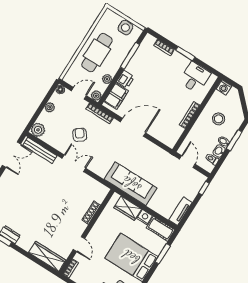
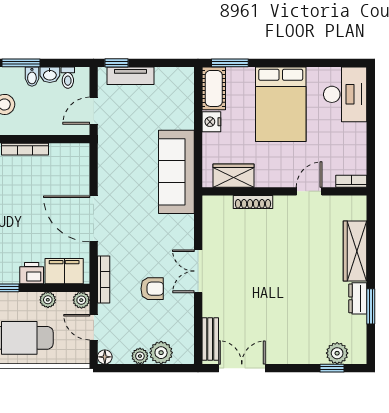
plant: (38, 130) -> (161, 353), moved
armchair: (80, 135) -> (152, 289), turned -142
bench: (40, 150) -> (210, 339), width x0.73
wardrobe: (128, 208) -> (234, 176), moved, turned -90
tv unit: (180, 211) -> (130, 76), moved
window: (163, 254) -> (230, 63), moved
wardrobe: (47, 256) -> (355, 251), moved

